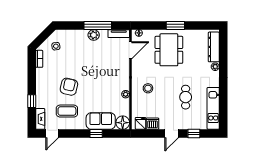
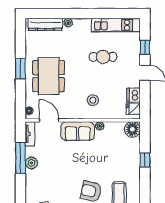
dining table: (169, 50) -> (49, 76), turned 90
sofa: (101, 121) -> (78, 131), moved, turned -90

